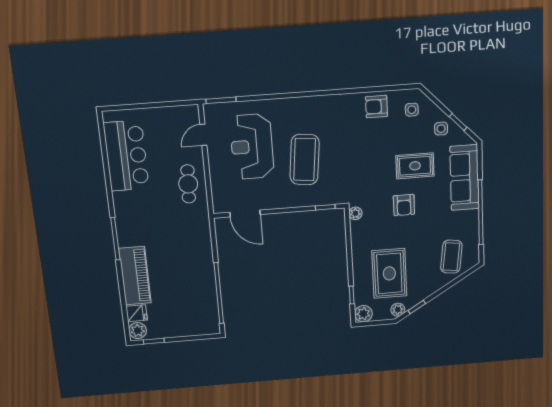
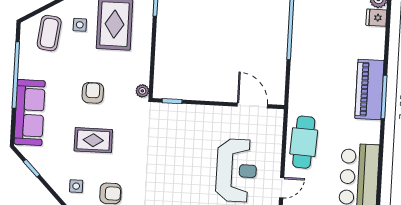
side table: (441, 129) -> (80, 25), moved
coffee table: (305, 160) -> (187, 151), removed
rug: (415, 166) -> (93, 140), moved
cafe table: (188, 184) -> (304, 142), width x1.37, depth x1.35
piano: (135, 276) -> (369, 89), moved

